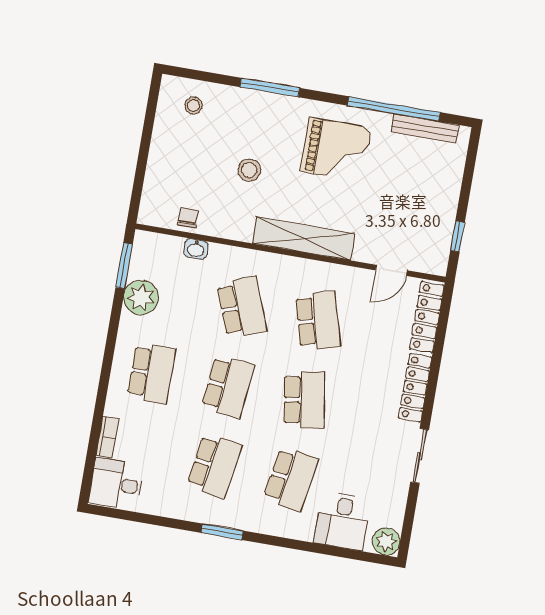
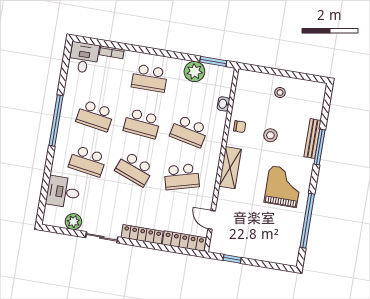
stool: (194, 106) -> (280, 93), moved
bench: (425, 128) -> (313, 139), moved
grand piano: (336, 149) -> (283, 186), turned 180
chair: (188, 217) -> (240, 127), moved
shelving: (304, 238) -> (230, 168), width x0.68
school desk: (242, 307) -> (189, 131), turned 33
school desk: (305, 400) -> (135, 169), turned 30
window: (222, 532) -> (56, 121), width x2.11
plant: (386, 541) -> (73, 222), moved

